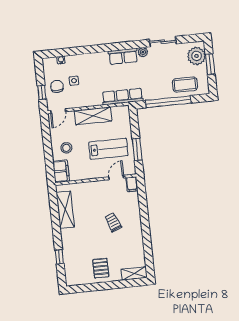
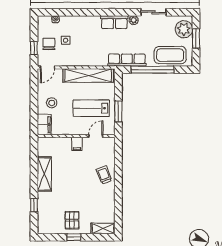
coffee table: (185, 85) -> (170, 55), width x1.36, depth x1.32
row of seats: (122, 96) -> (127, 60), moved
shelving: (93, 116) -> (88, 75), width x1.47
lab bench: (108, 149) -> (91, 108), turned 180
filing cabinet: (132, 184) -> (77, 144), moved
shelving: (65, 210) -> (44, 174), moved
trolley: (113, 222) -> (104, 175), moved
window: (105, 286) -> (74, 237), added

